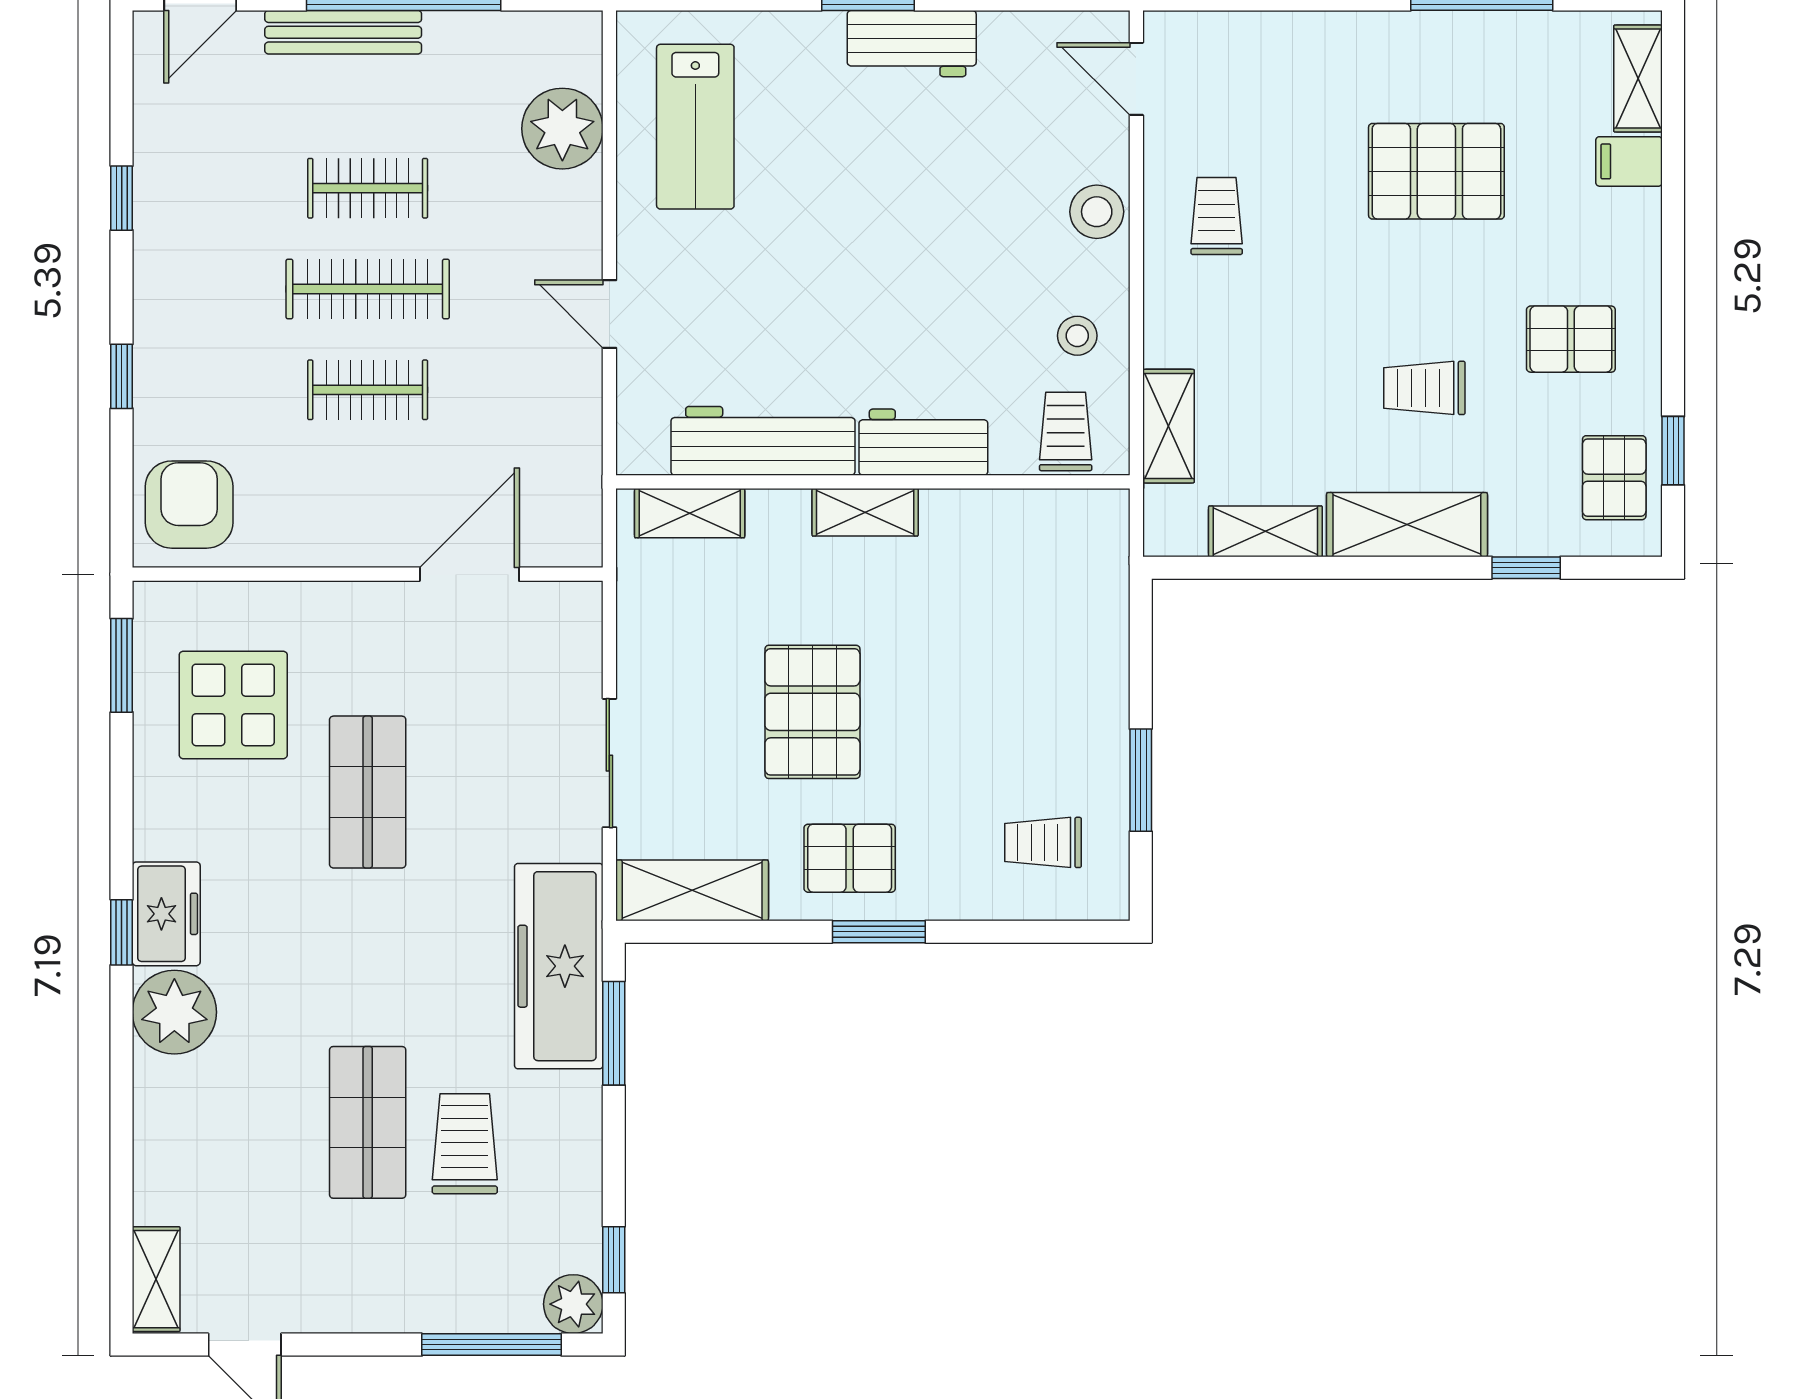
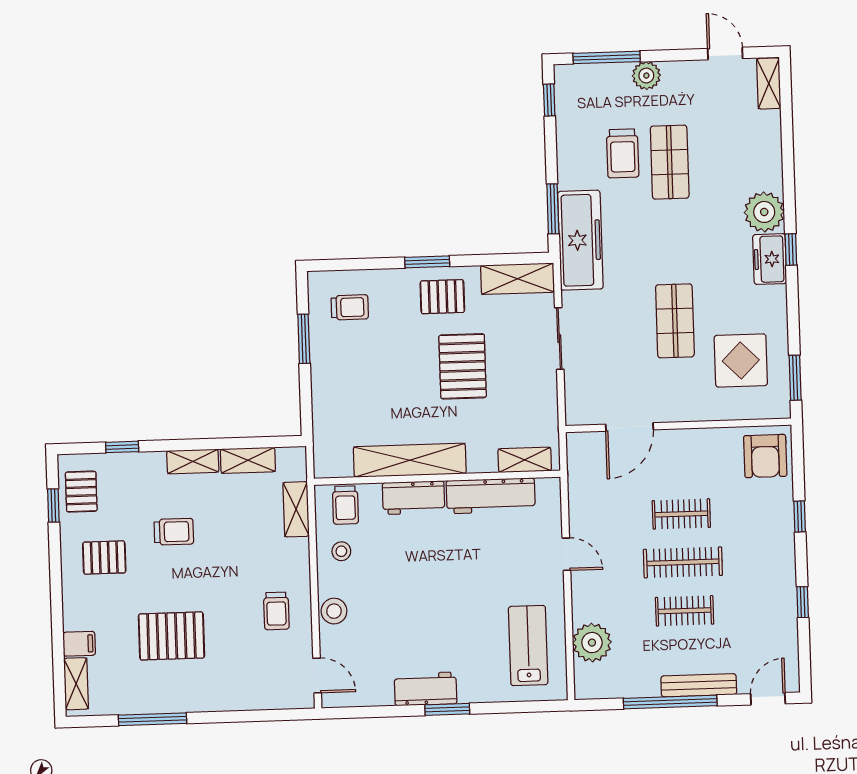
shelving: (865, 512) -> (410, 460), width x2.20, depth x1.33
shelving: (1407, 525) -> (193, 461), width x0.67, depth x0.75
plant: (573, 1304) -> (646, 76), moved

